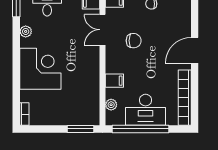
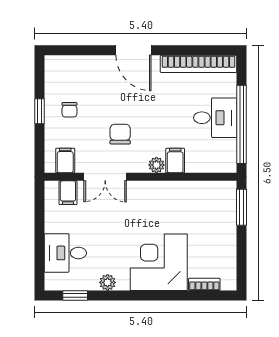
plant: (111, 105) -> (156, 165), moved
desk: (146, 110) -> (215, 118), width x0.73
bookcase: (24, 114) -> (204, 284), moved

